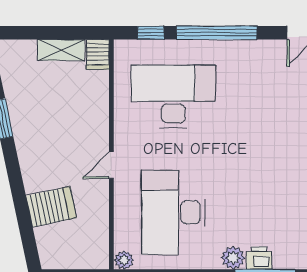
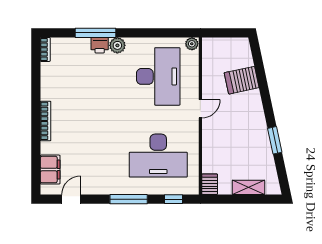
window: (217, 33) -> (129, 199), width x0.68
shelving: (61, 50) -> (248, 187), moved

